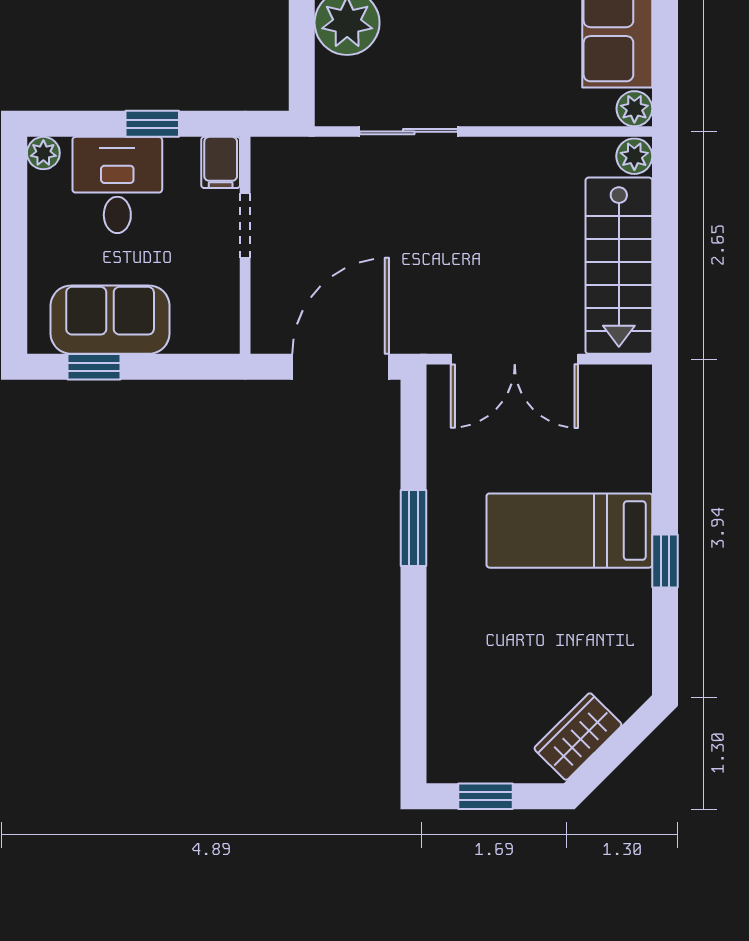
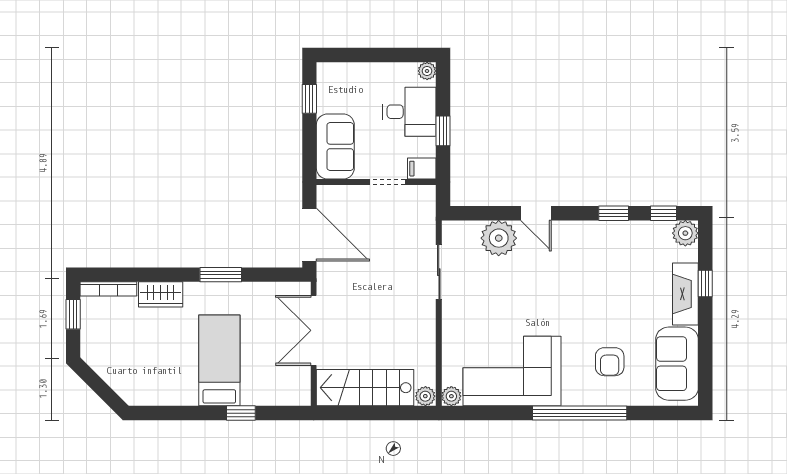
sofa: (110, 320) -> (335, 146), moved
window: (665, 561) -> (241, 413), moved
bookcase: (439, 732) -> (108, 289), added
wardrobe: (578, 737) -> (161, 294), moved, turned 135

